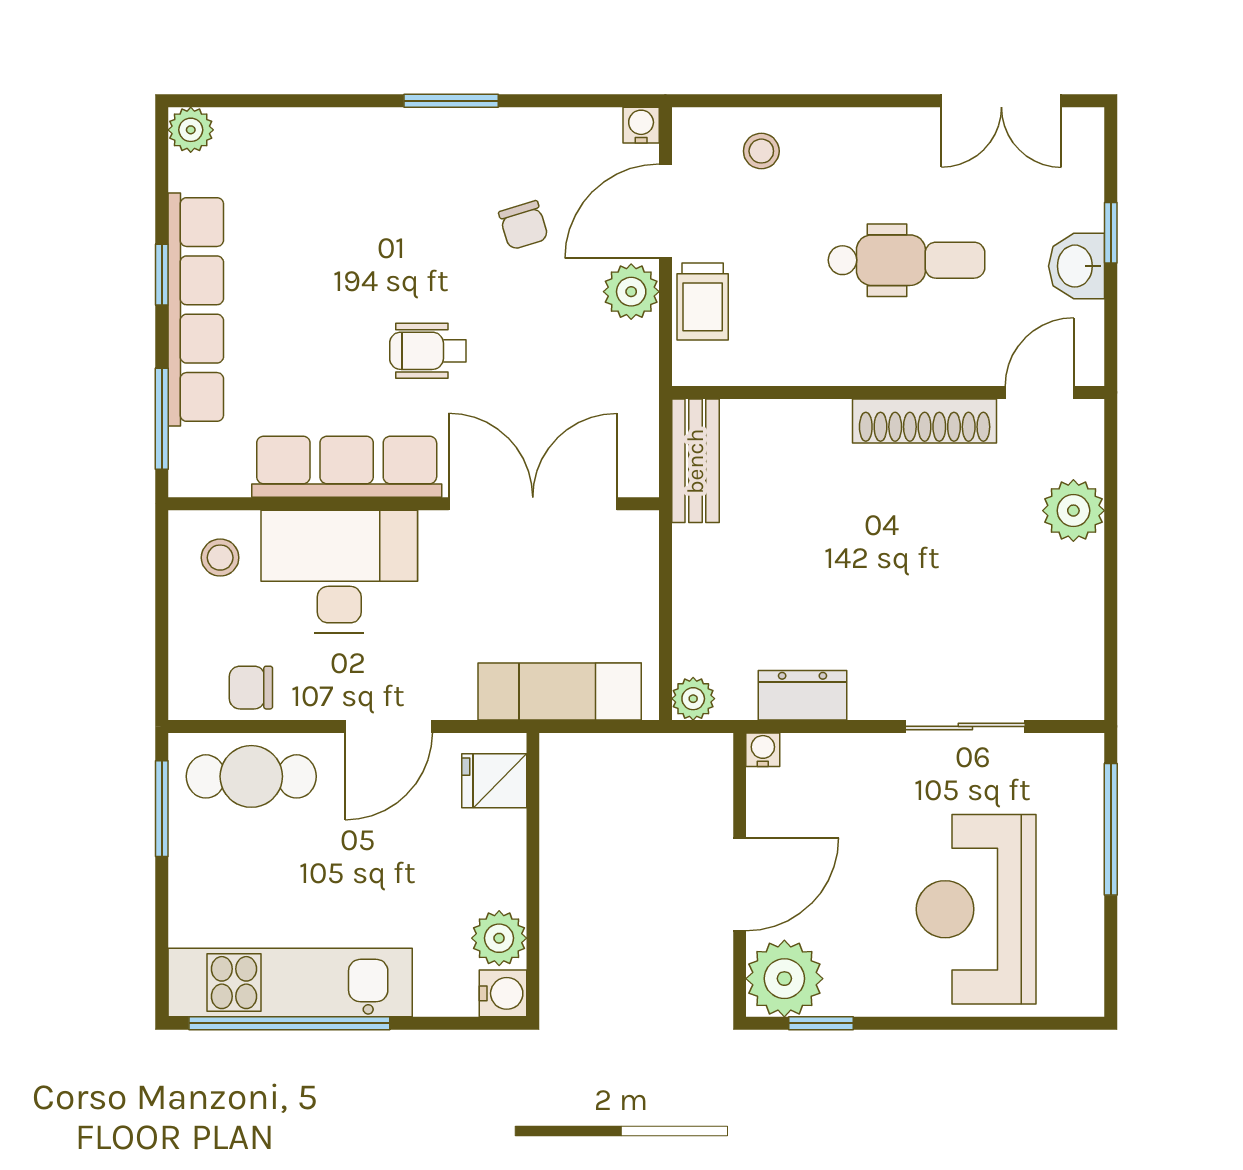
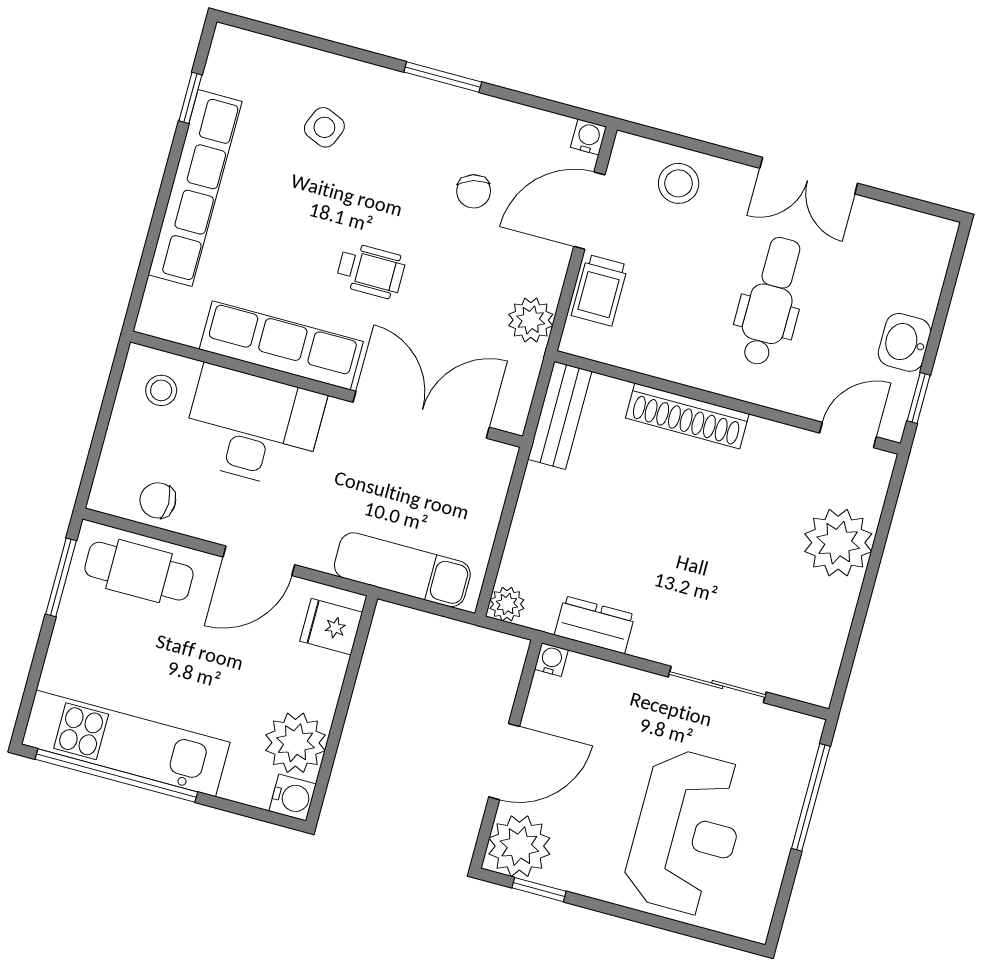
double door: (1001, 101) -> (809, 176), moved
plant: (191, 130) -> (230, 44), removed
stool: (761, 151) -> (679, 183), width x1.37, depth x1.37
side table: (328, 197) -> (324, 127), added
window: (1111, 233) -> (919, 398), moved
dental chair: (907, 260) -> (771, 301), turned -90
window: (162, 275) -> (190, 98), moved
plant: (631, 292) -> (531, 320), moved
wheelchair: (428, 351) -> (371, 271), turned 180
window: (162, 419) -> (145, 268), removed
shoe rack: (925, 421) -> (687, 416), moved
plant: (1073, 511) -> (838, 543), width x1.36, depth x1.36
reception desk: (976, 909) -> (687, 832), turned 180
plant: (499, 938) -> (295, 743), width x1.36, depth x1.36

